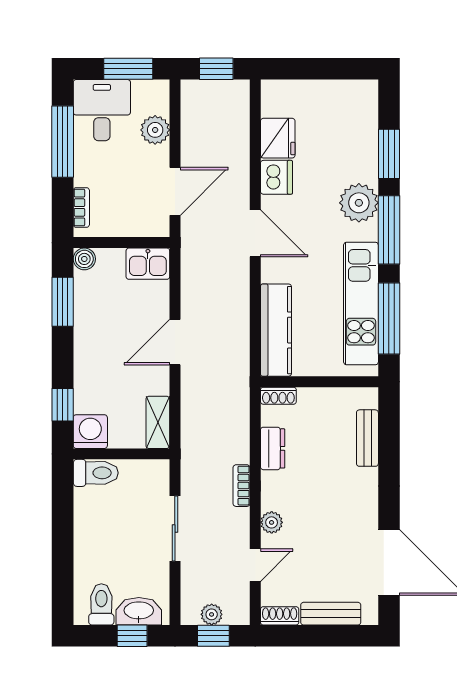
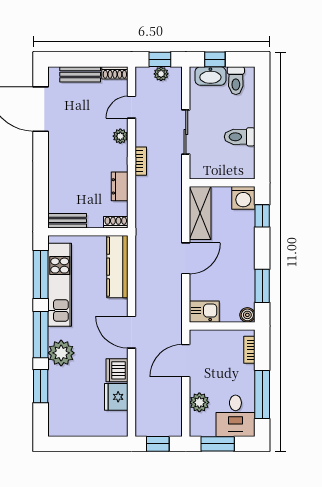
shelving: (158, 422) -> (200, 213), width x1.50, depth x1.33
bench: (367, 438) -> (67, 221), moved, turned 90
toilet: (96, 473) -> (240, 137), moved

